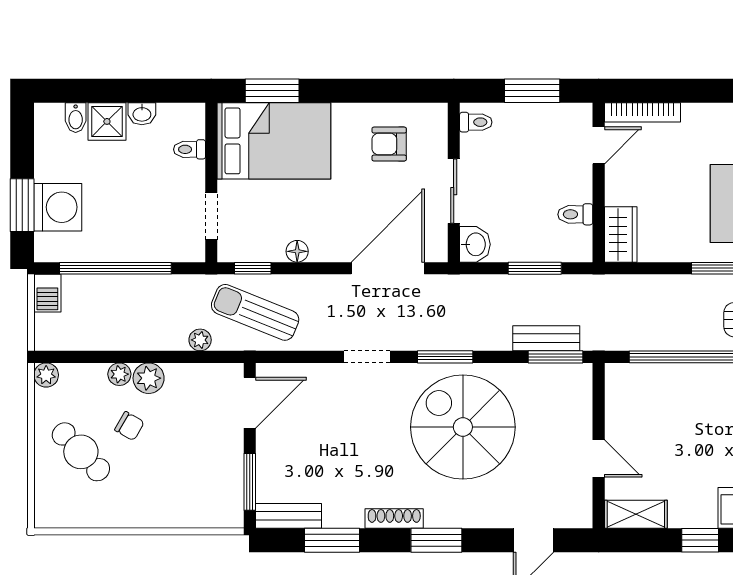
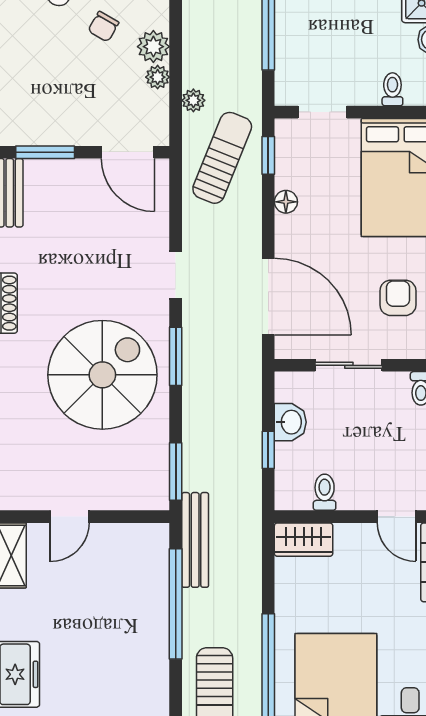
washbasin: (475, 244) -> (290, 422), moved, turned -90
window: (535, 268) -> (268, 450), width x0.67
bench: (546, 338) -> (195, 540), moved, width x1.36
plant: (119, 374) -> (158, 77), moved

